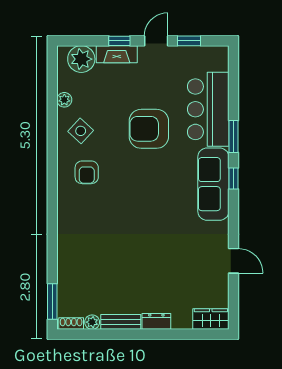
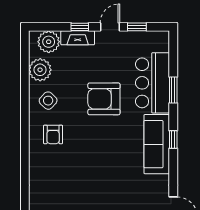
plant: (64, 100) -> (40, 70), width x1.87, depth x1.87
window: (233, 137) -> (173, 90), moved

